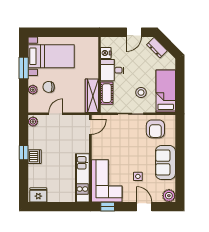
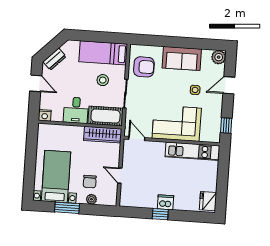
nightstand: (106, 53) -> (45, 115), moved
cot: (107, 93) -> (106, 116), width x1.37, depth x1.34
plant: (33, 122) -> (127, 202), removed
corner sofa: (107, 181) -> (177, 123), moved

